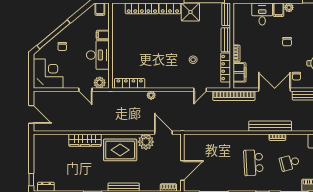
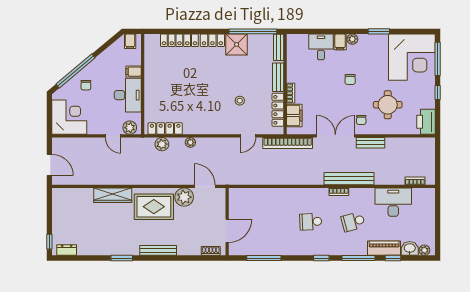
plant: (127, 97) -> (162, 144), added
bench: (270, 126) -> (349, 179), moved
school desk: (253, 163) -> (311, 222), width x0.54

